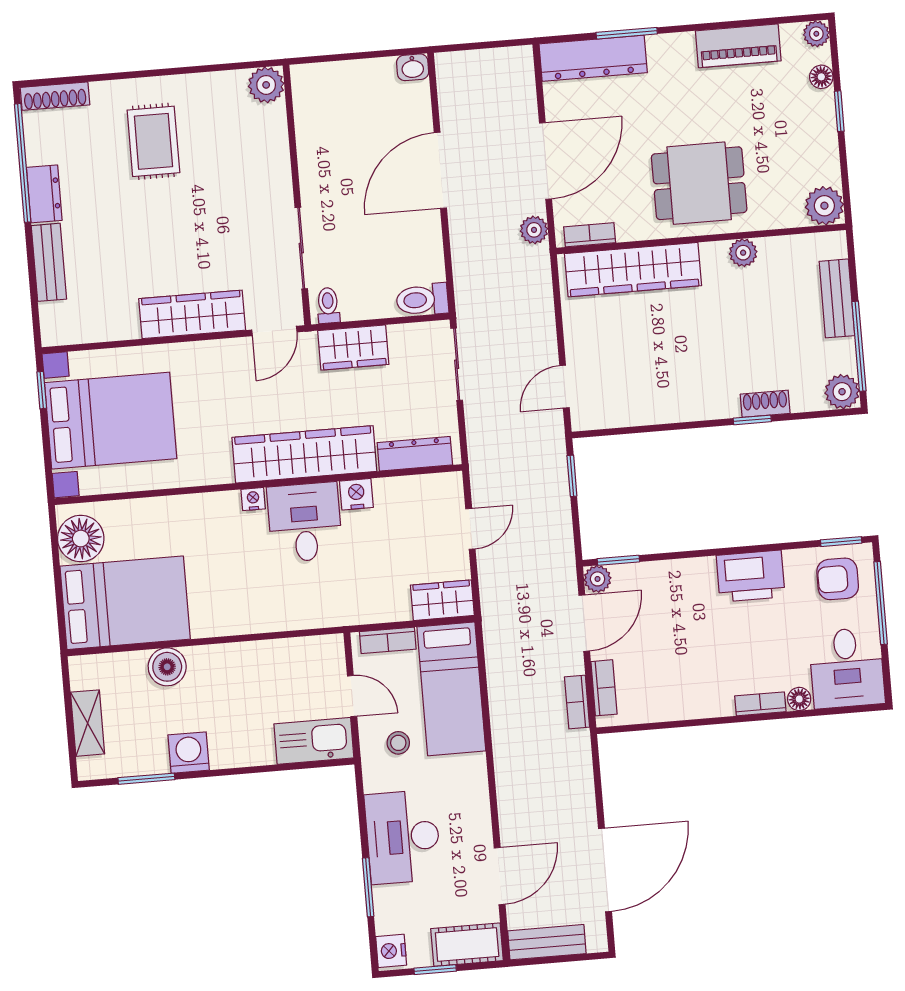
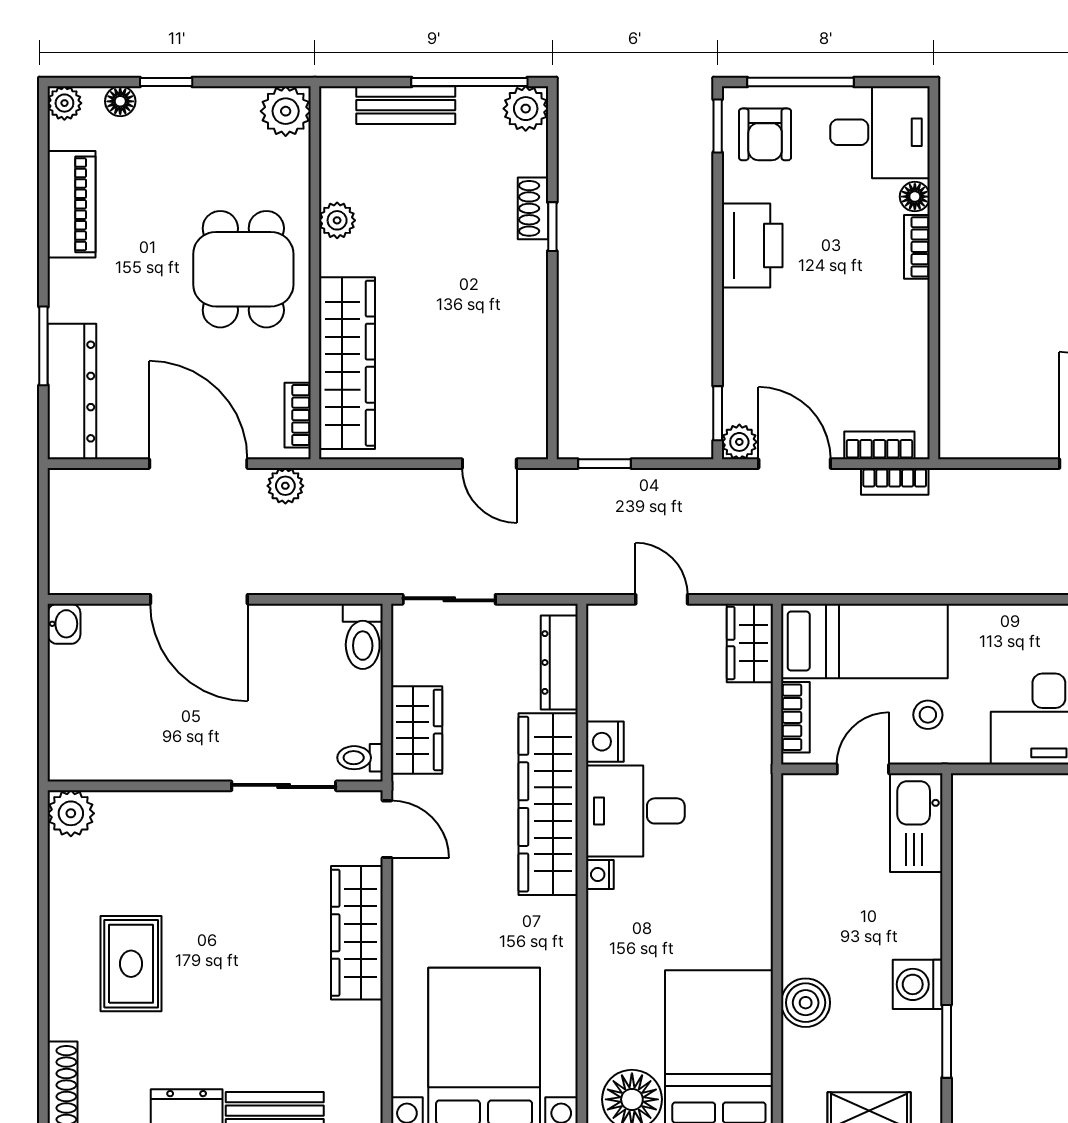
rug: (153, 141) -> (131, 964), turned 90

